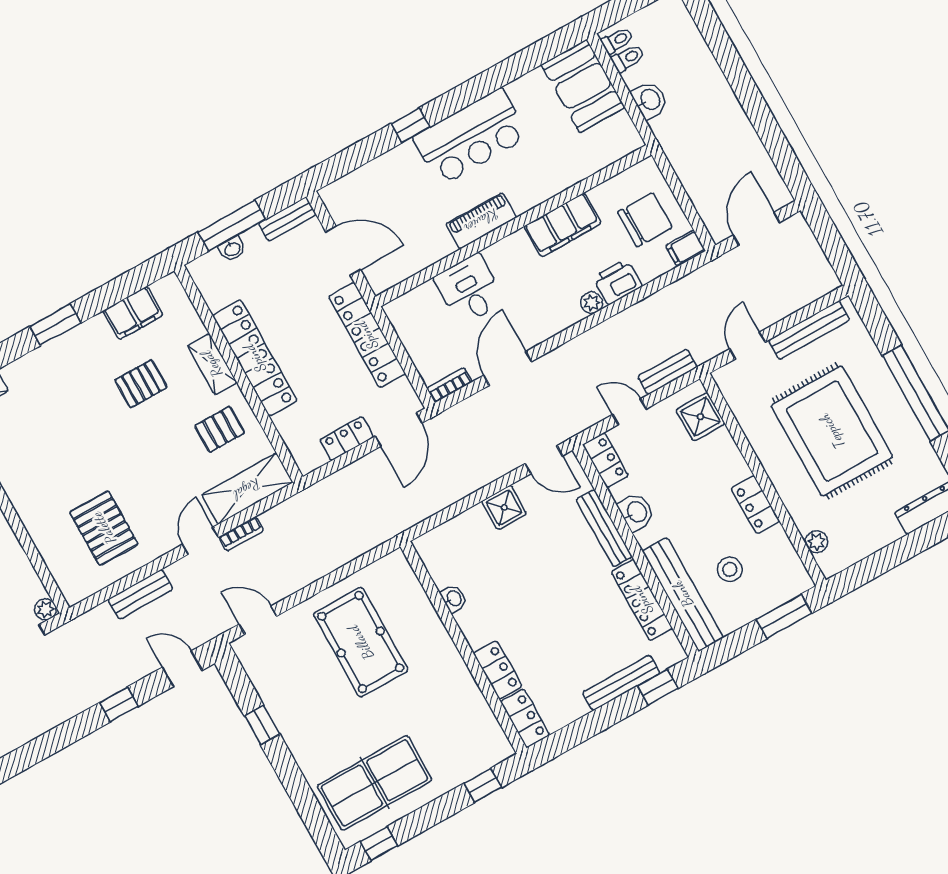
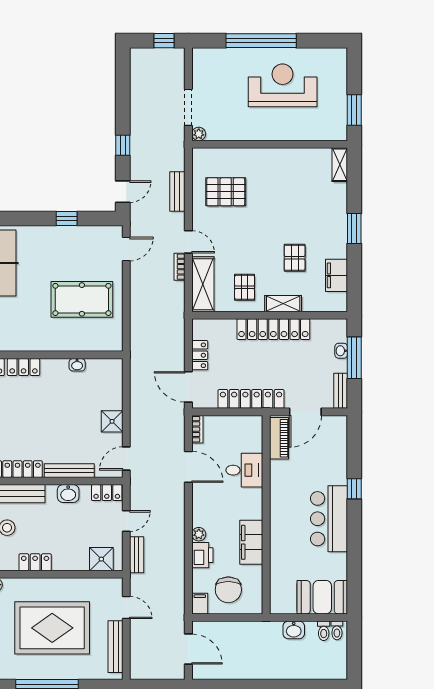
piano: (481, 221) -> (279, 438), moved

